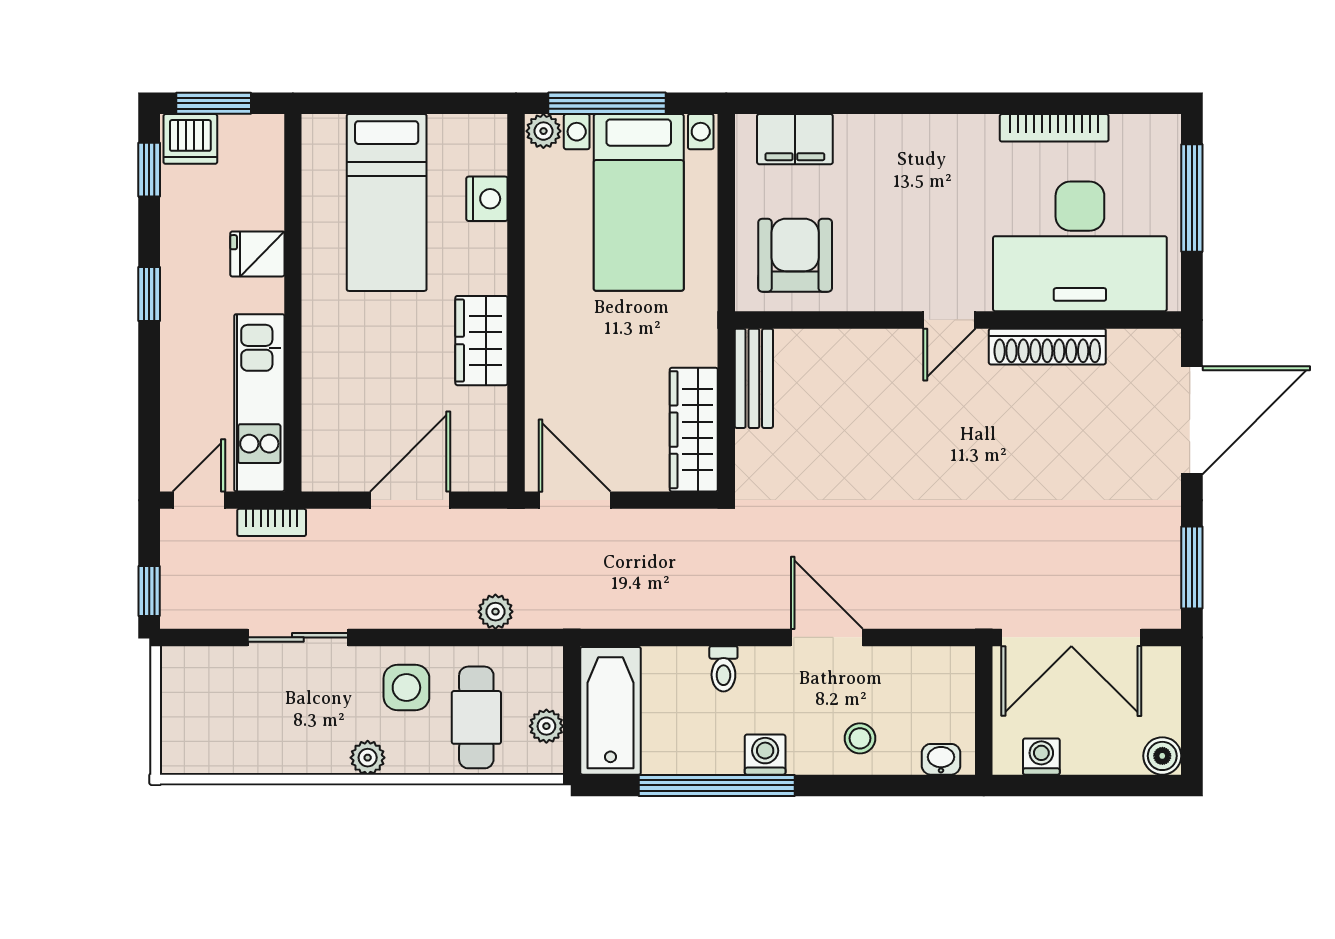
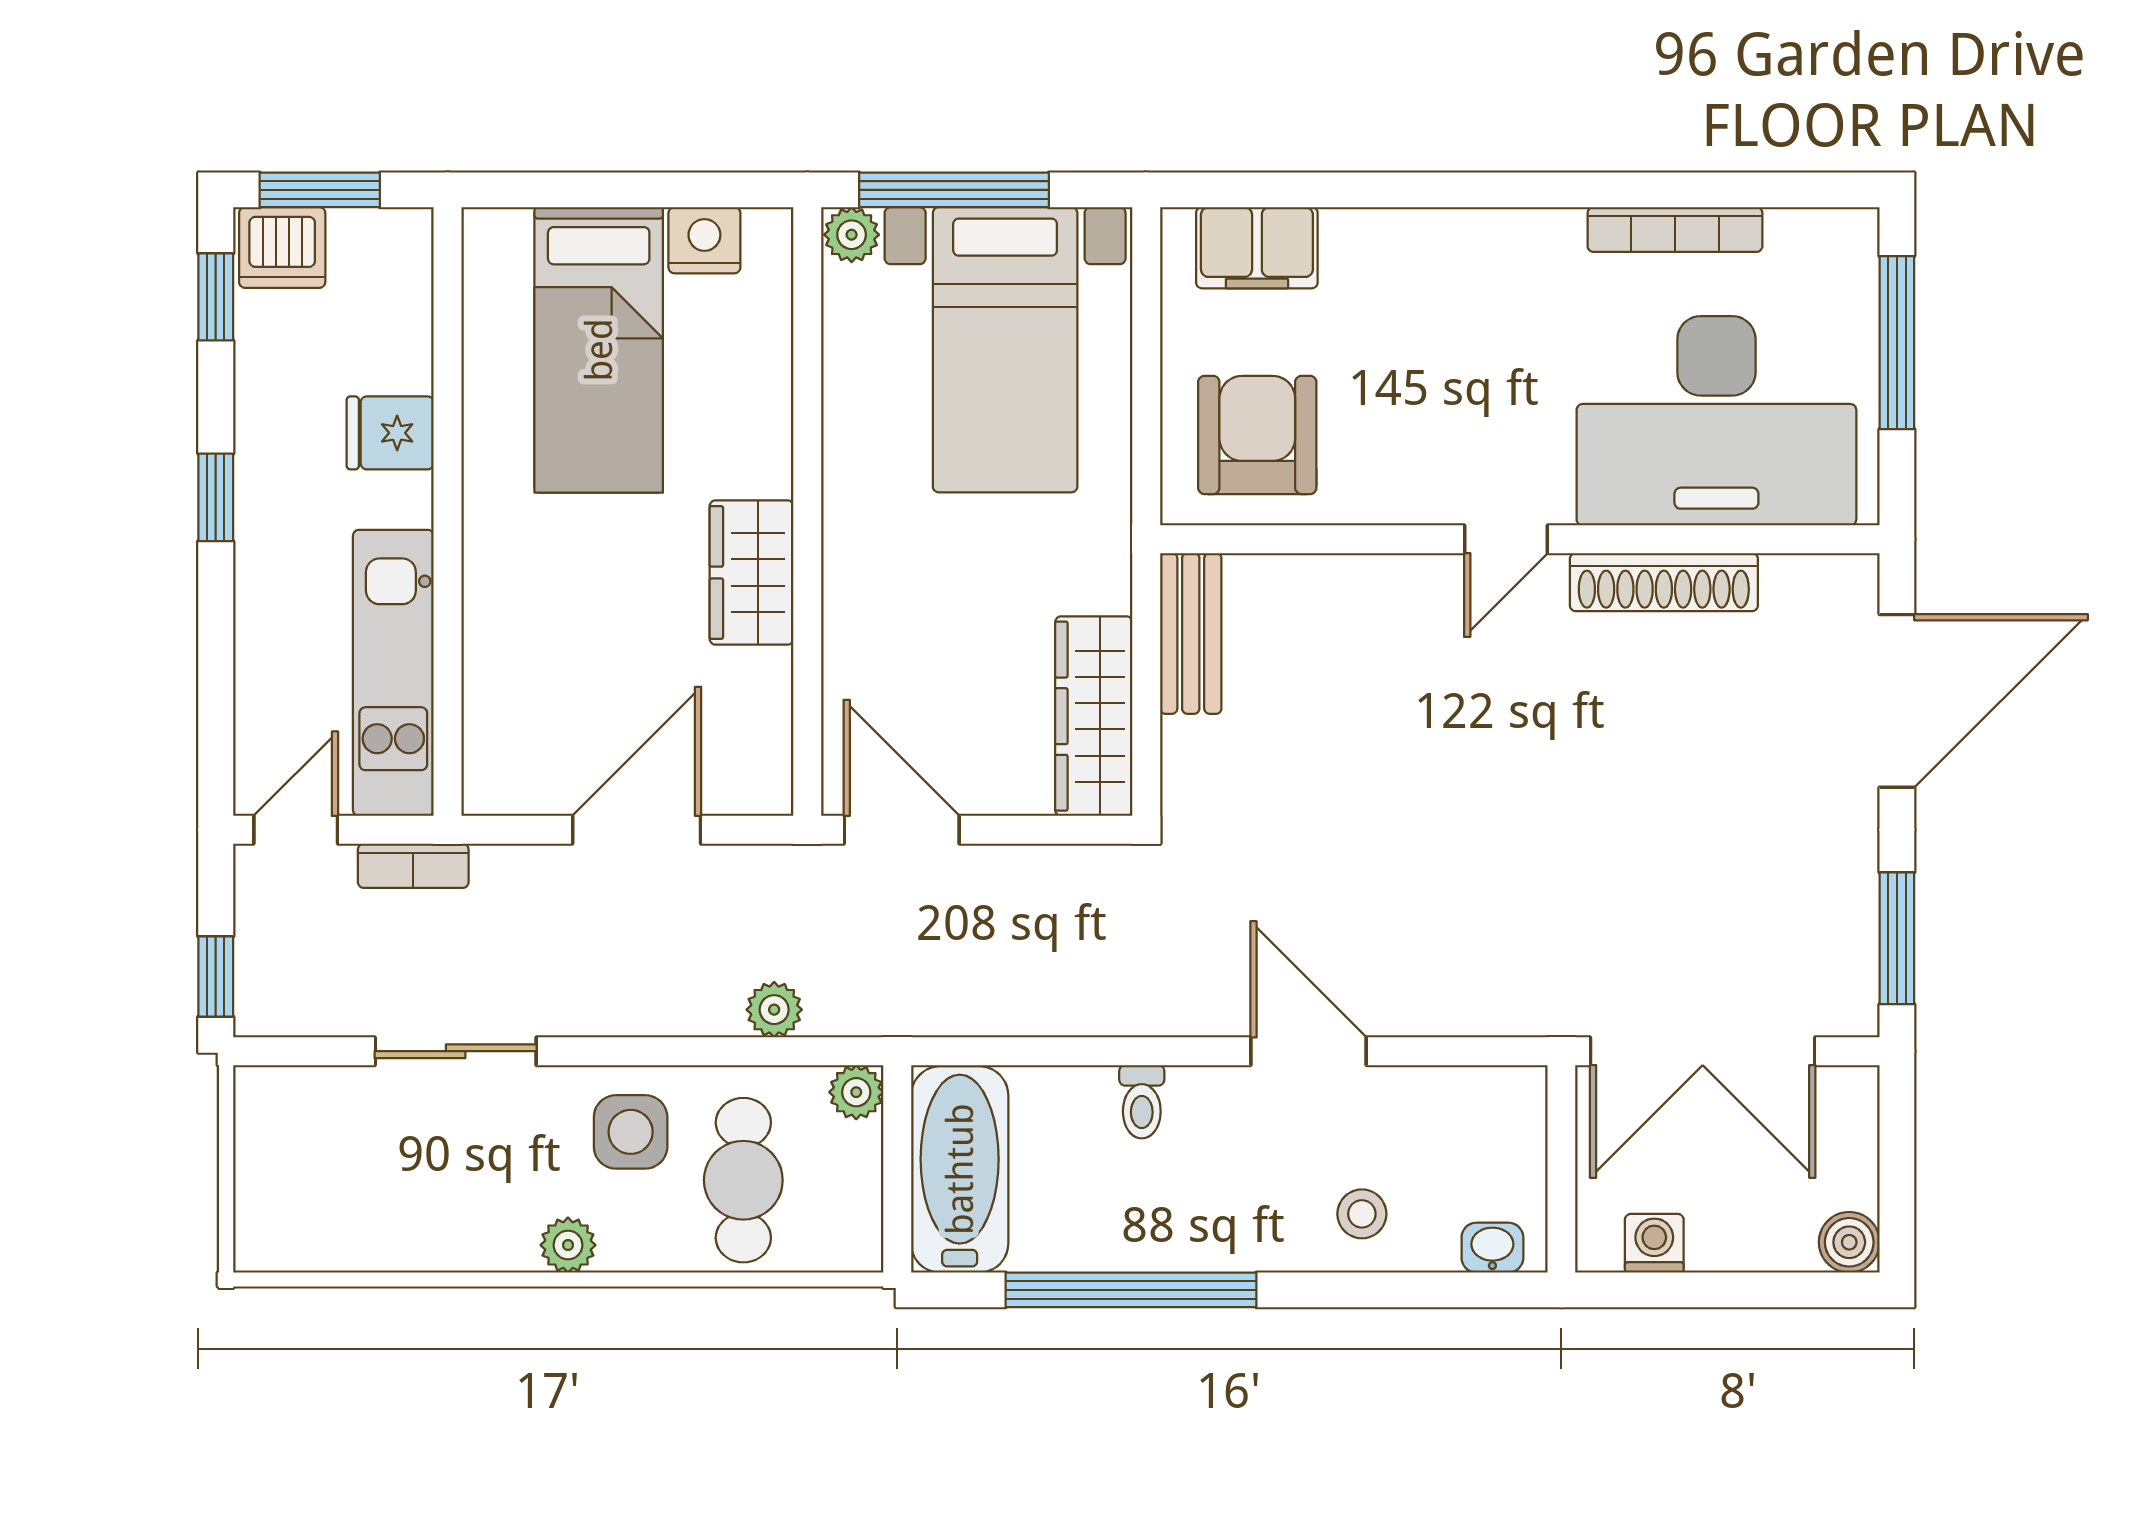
nightstand: (487, 199) -> (704, 240), moved, turned -90
plant: (546, 726) -> (856, 1092), moved
washing machine: (765, 755) -> (1209, 1240), removed

